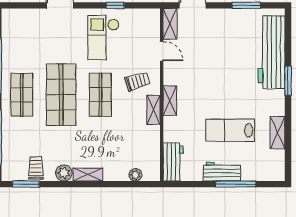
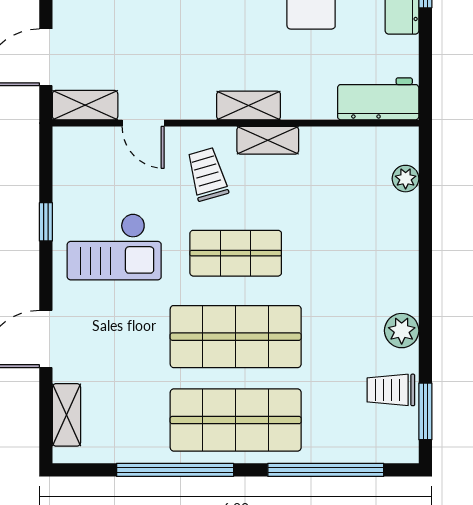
door: (162, 51) -> (143, 123), swing flipped
shop shelf: (22, 95) -> (236, 420), width x1.43, depth x1.36
shelving: (88, 174) -> (66, 415), moved

